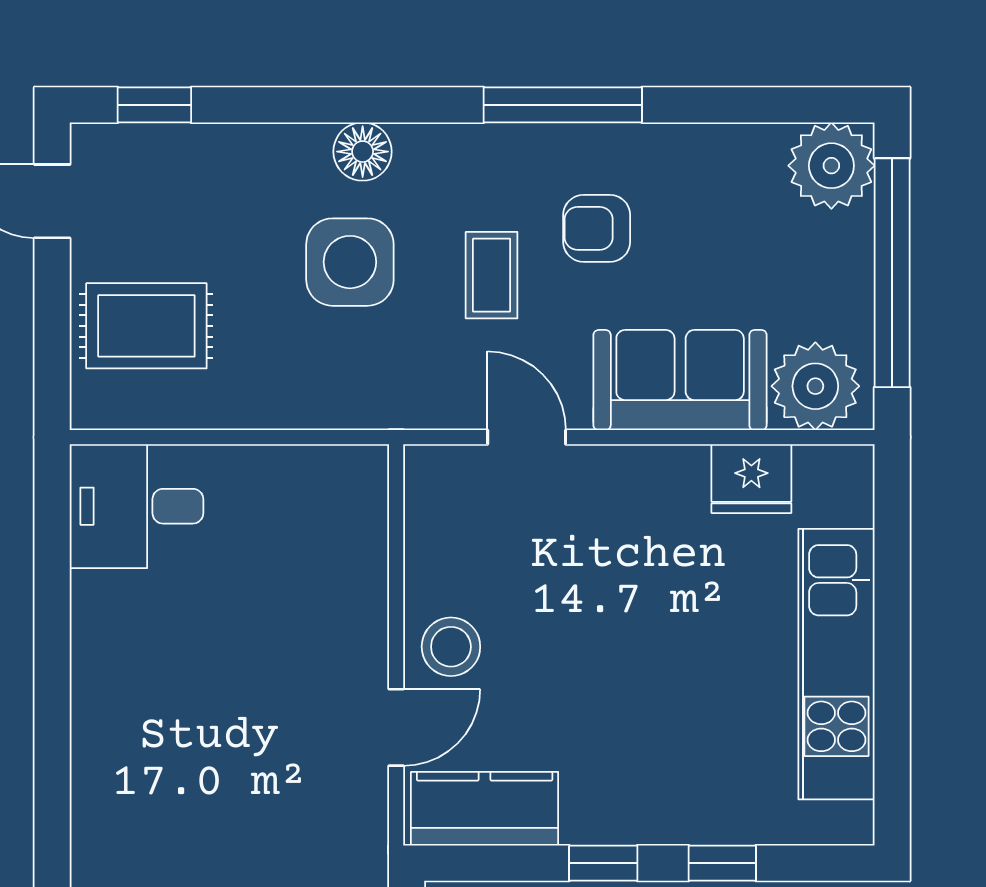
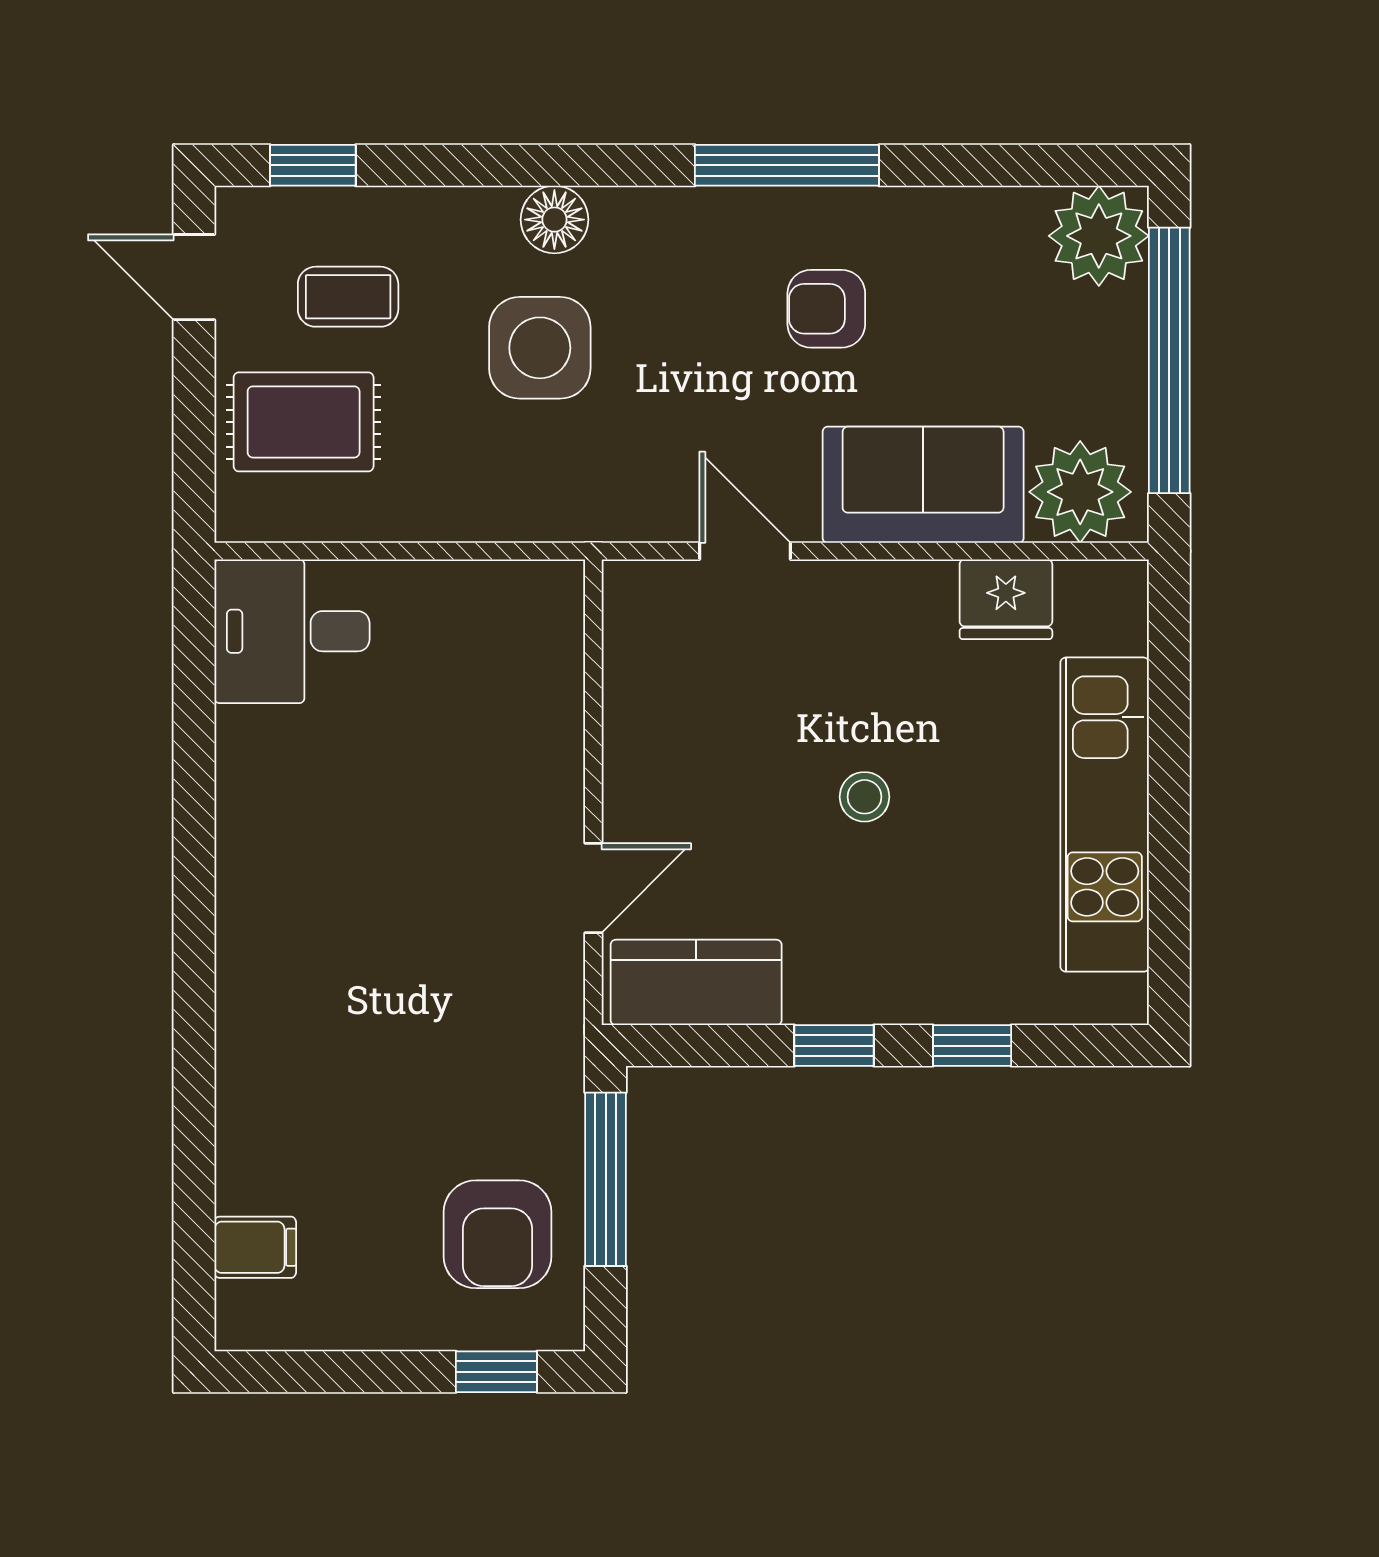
coffee table: (492, 275) -> (348, 297), moved, turned 90
stool: (451, 647) -> (864, 797), moved, width x0.73, depth x0.73

